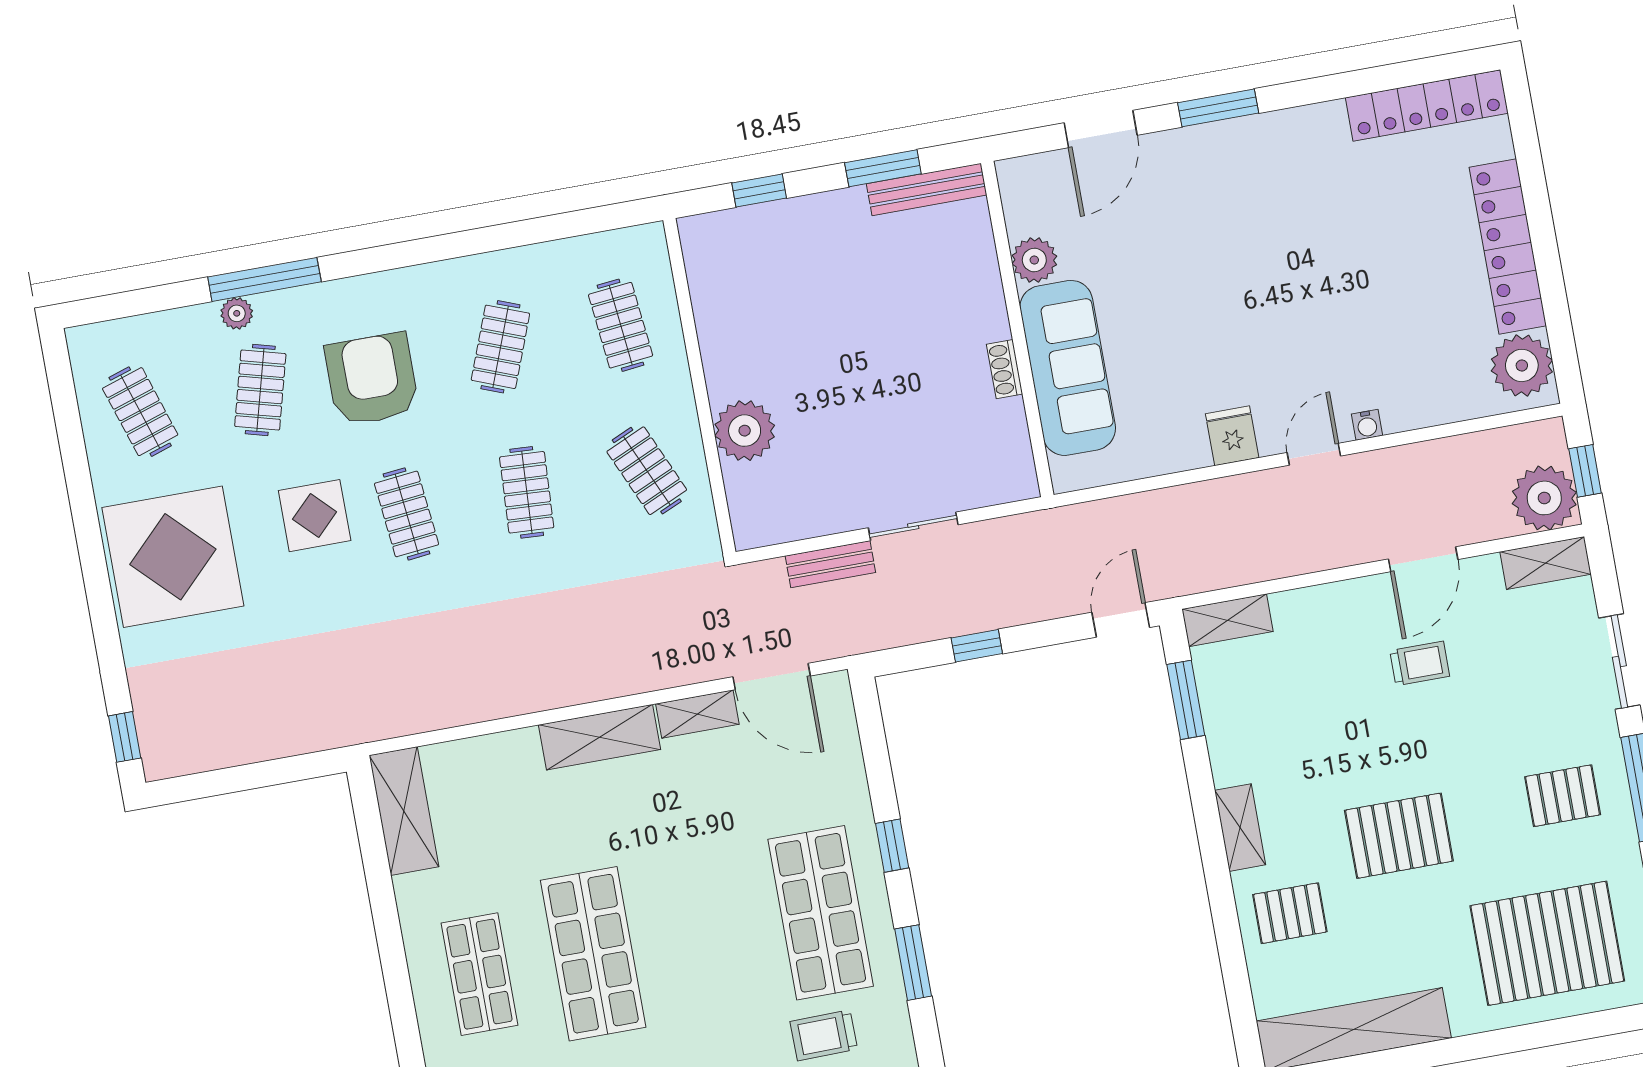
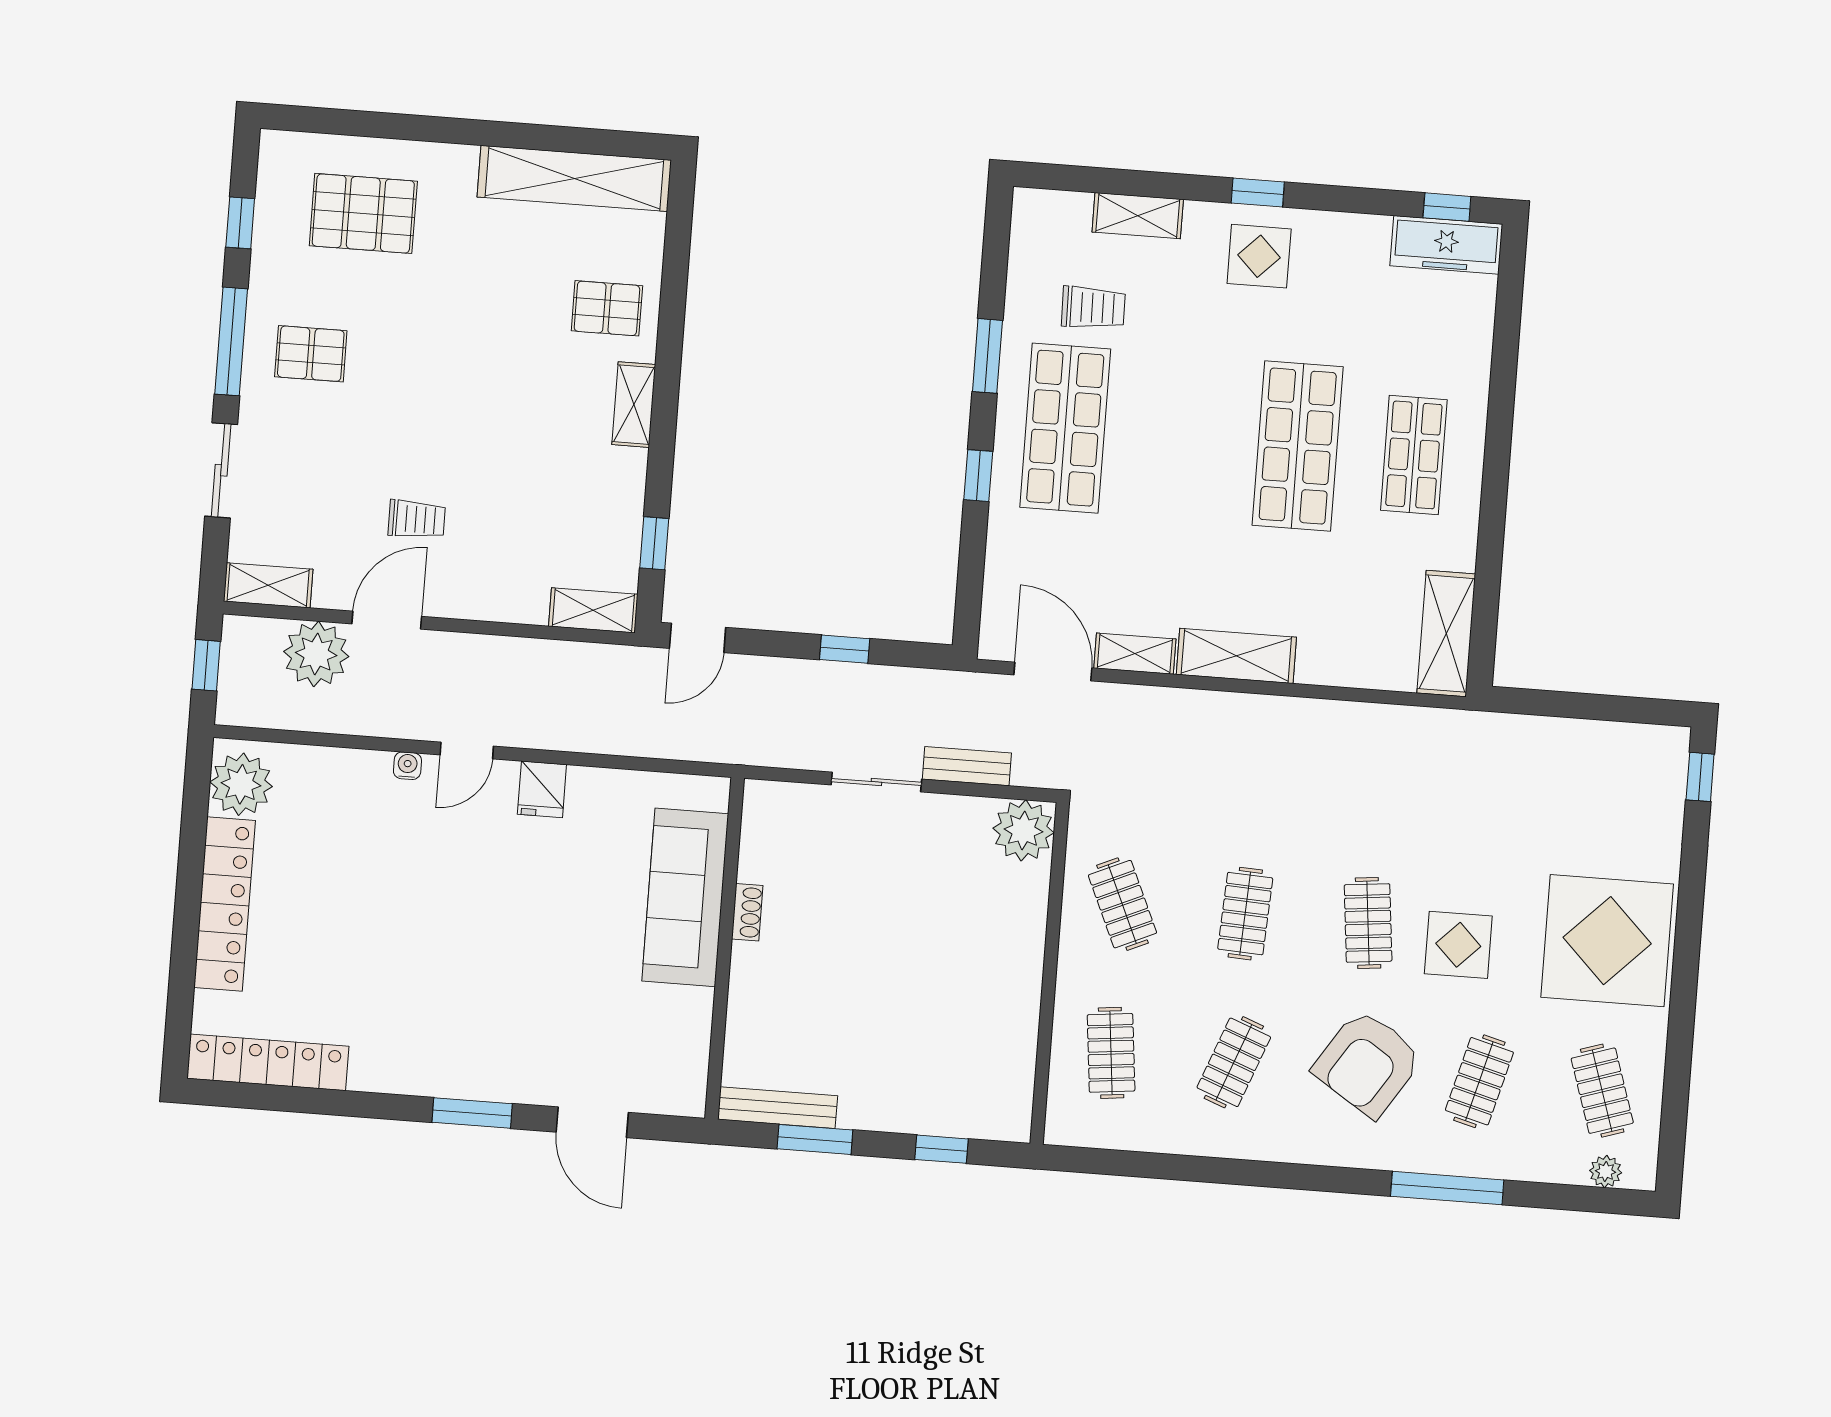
door: (1101, 129) -> (592, 1122), swing flipped
plant: (1034, 260) -> (690, 1011), removed
plant: (237, 313) -> (1606, 1172), moved
armchair: (372, 379) -> (1368, 1063), turned 33
plant: (745, 431) -> (1023, 830), moved
plant: (1544, 498) -> (316, 654), moved
trolley: (1420, 663) -> (417, 519), turned 180
window: (1186, 700) -> (654, 543), width x0.67
pallet: (1399, 836) -> (481, 356), removed
pallet: (1547, 943) -> (363, 213), width x0.73, depth x0.71

